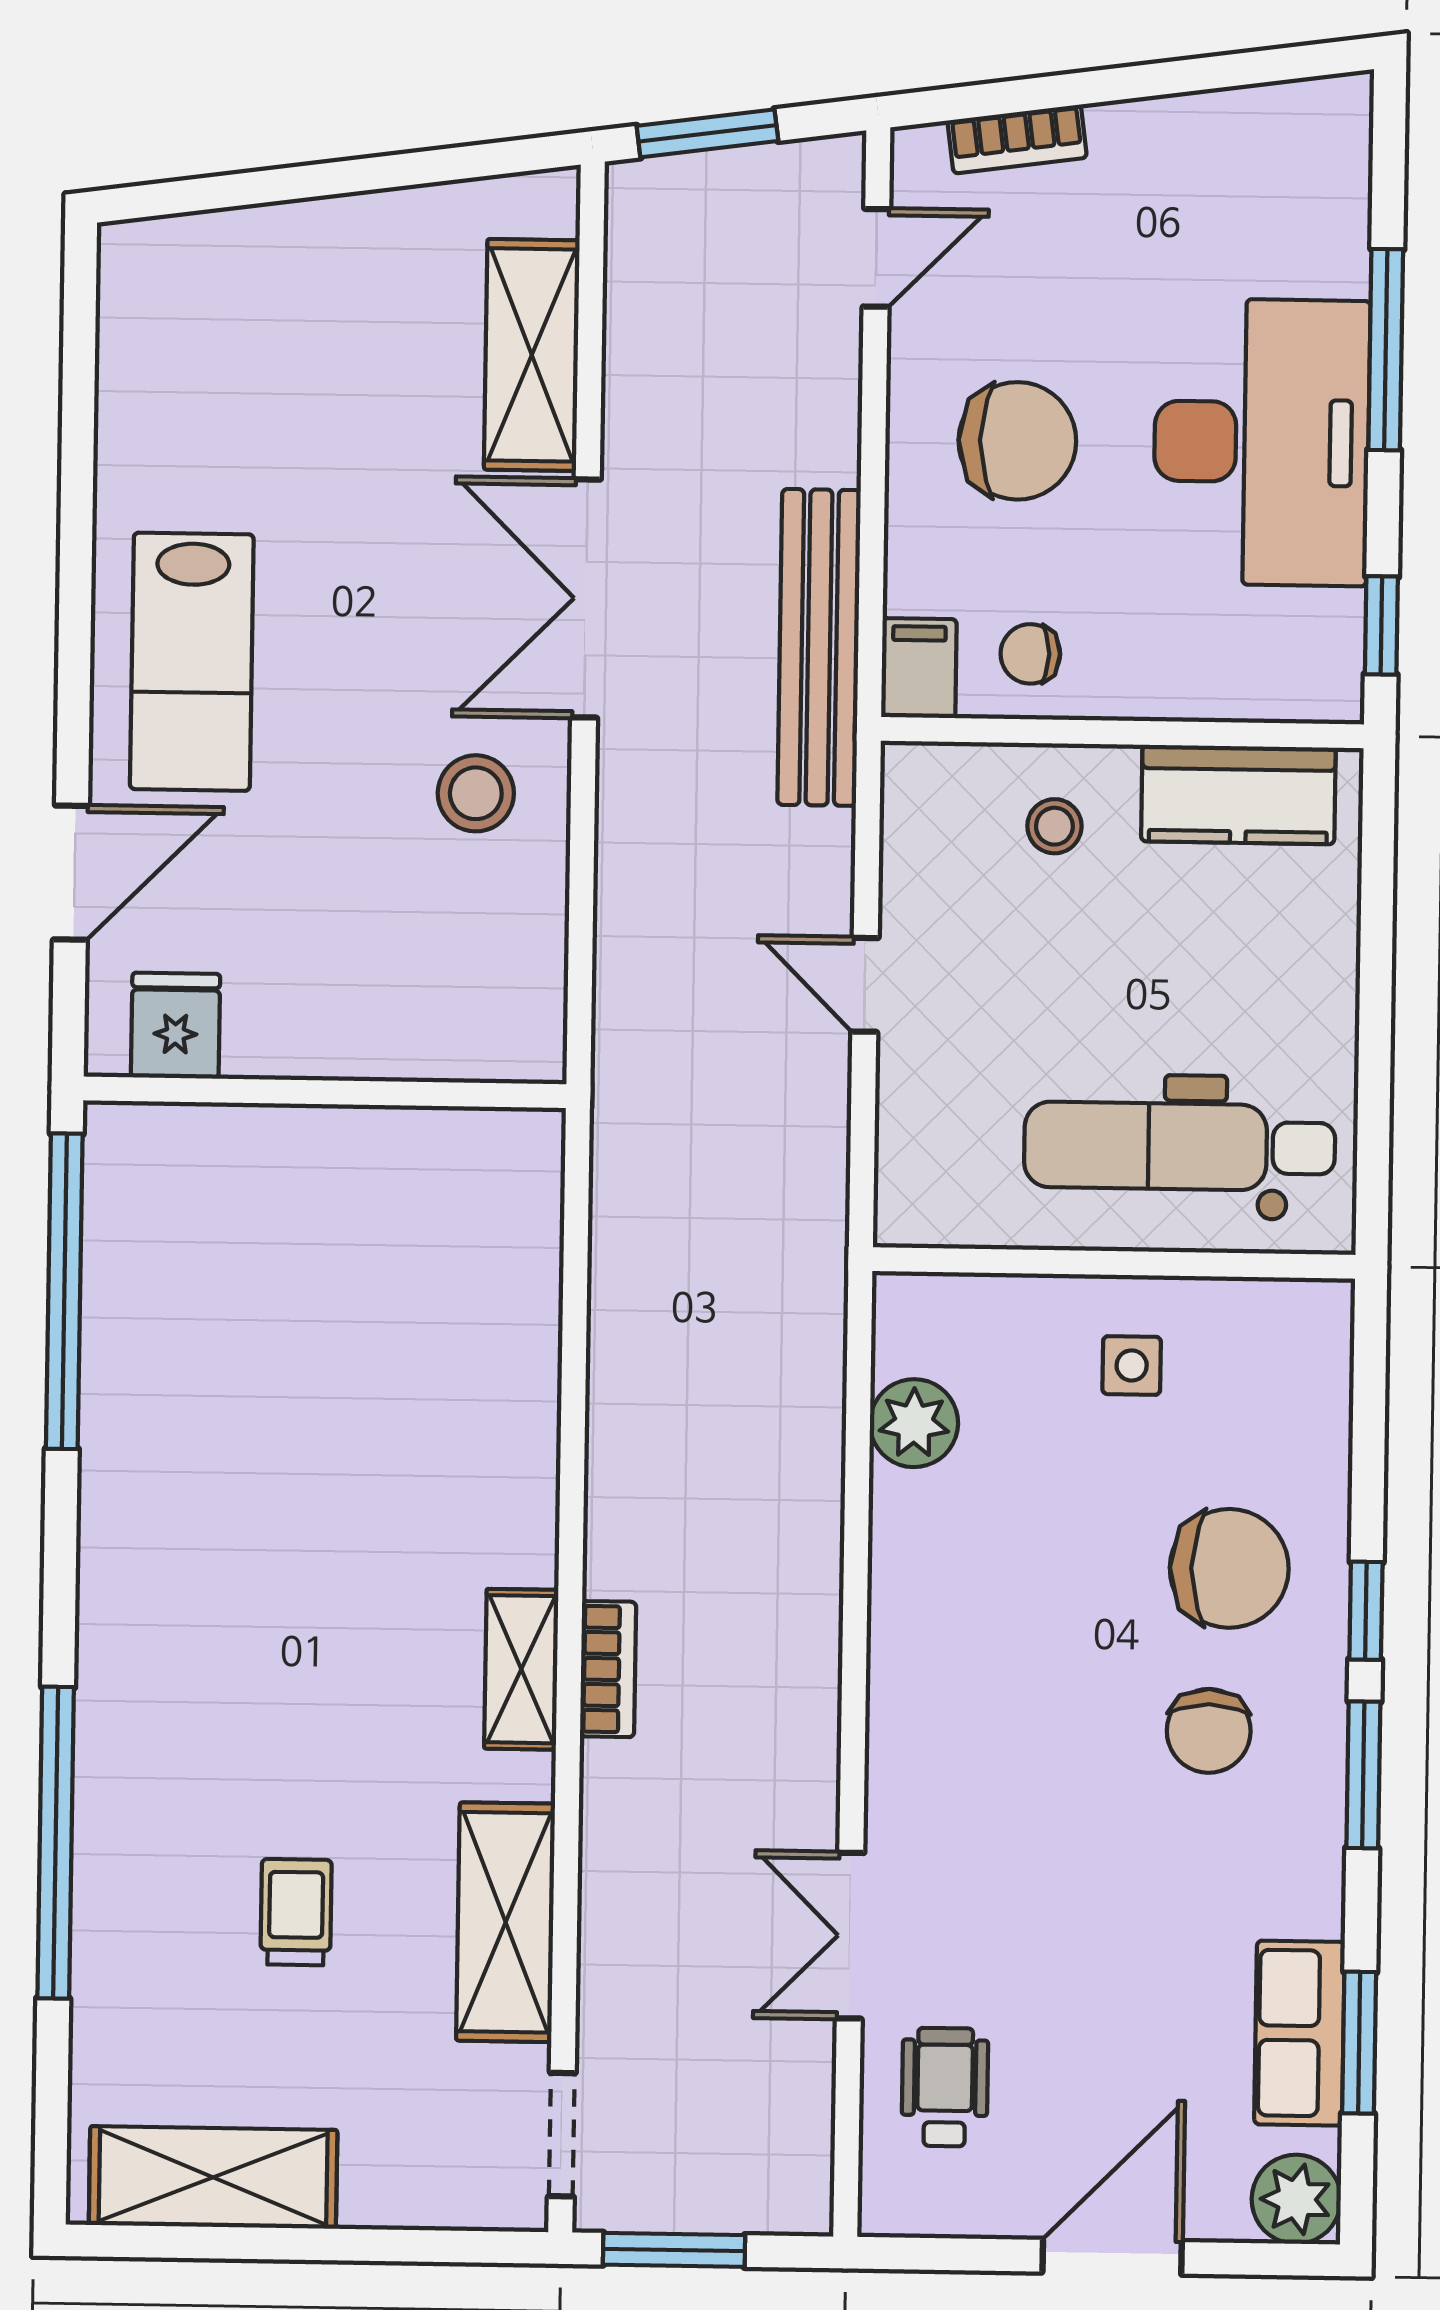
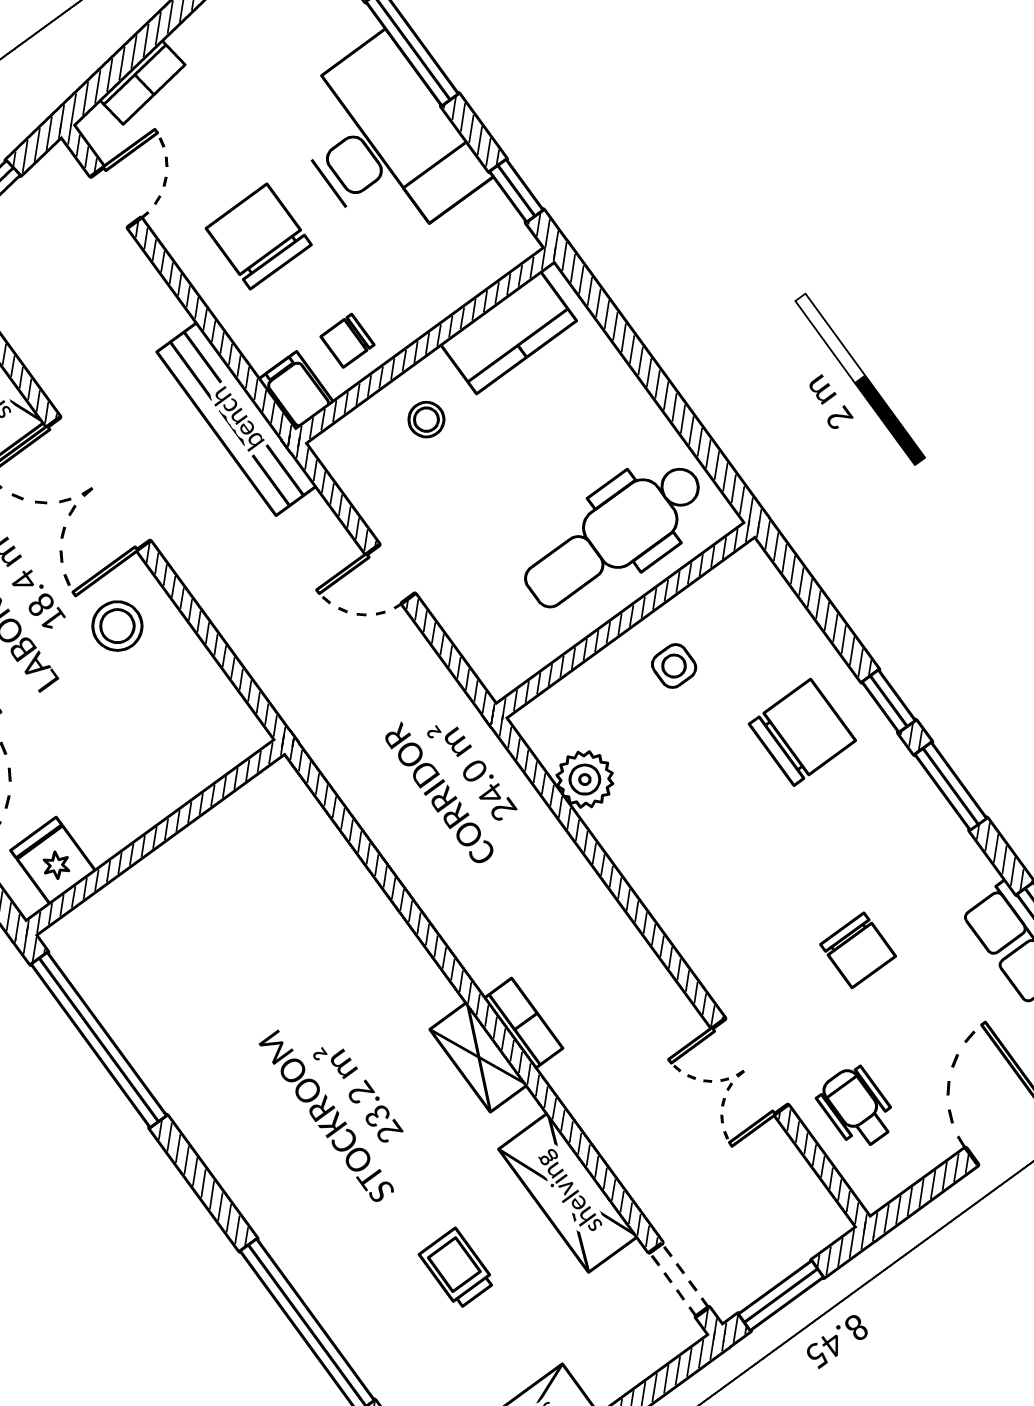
chair: (1017, 441) -> (259, 237), turned -90
chair: (1209, 1731) -> (858, 950), moved

